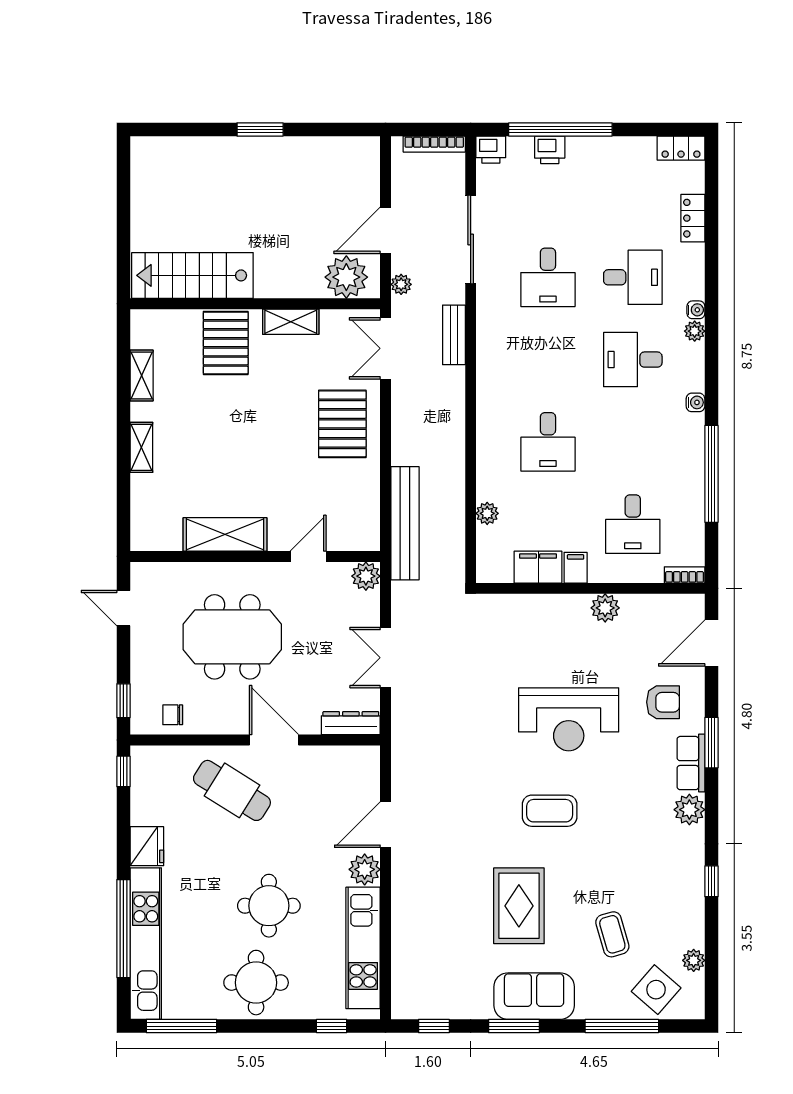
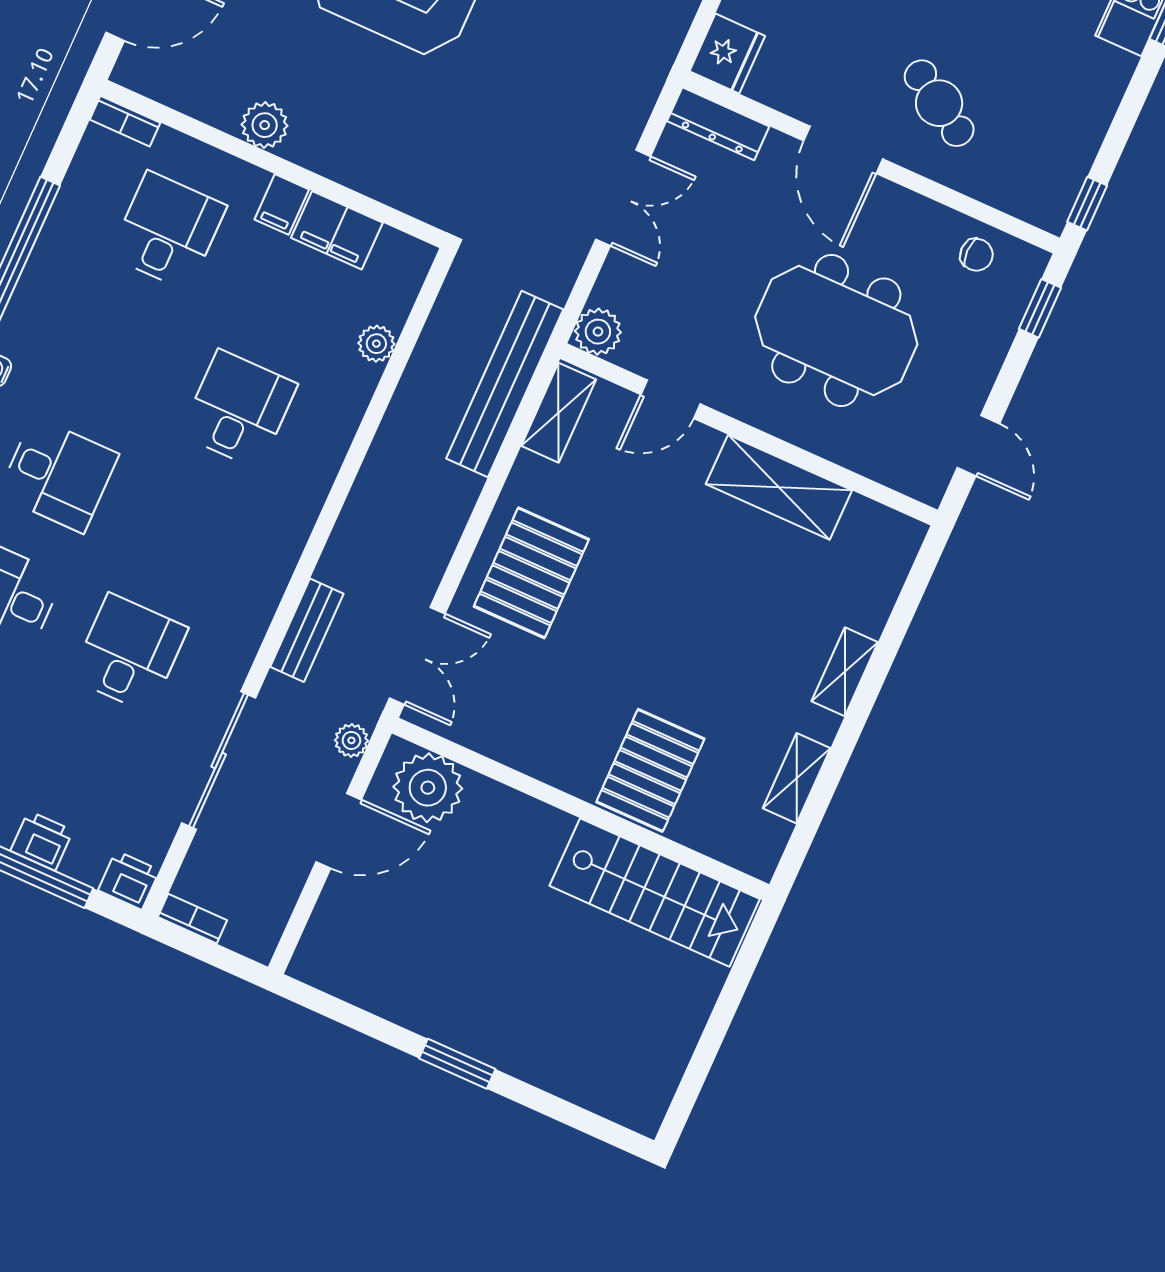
bookcase: (434, 144) -> (192, 919), width x0.64
shelving: (291, 322) -> (559, 413), moved, turned 90
cafe table: (232, 790) -> (939, 103), width x0.73, depth x0.74
fridge: (147, 846) -> (727, 54), moved, turned 180

